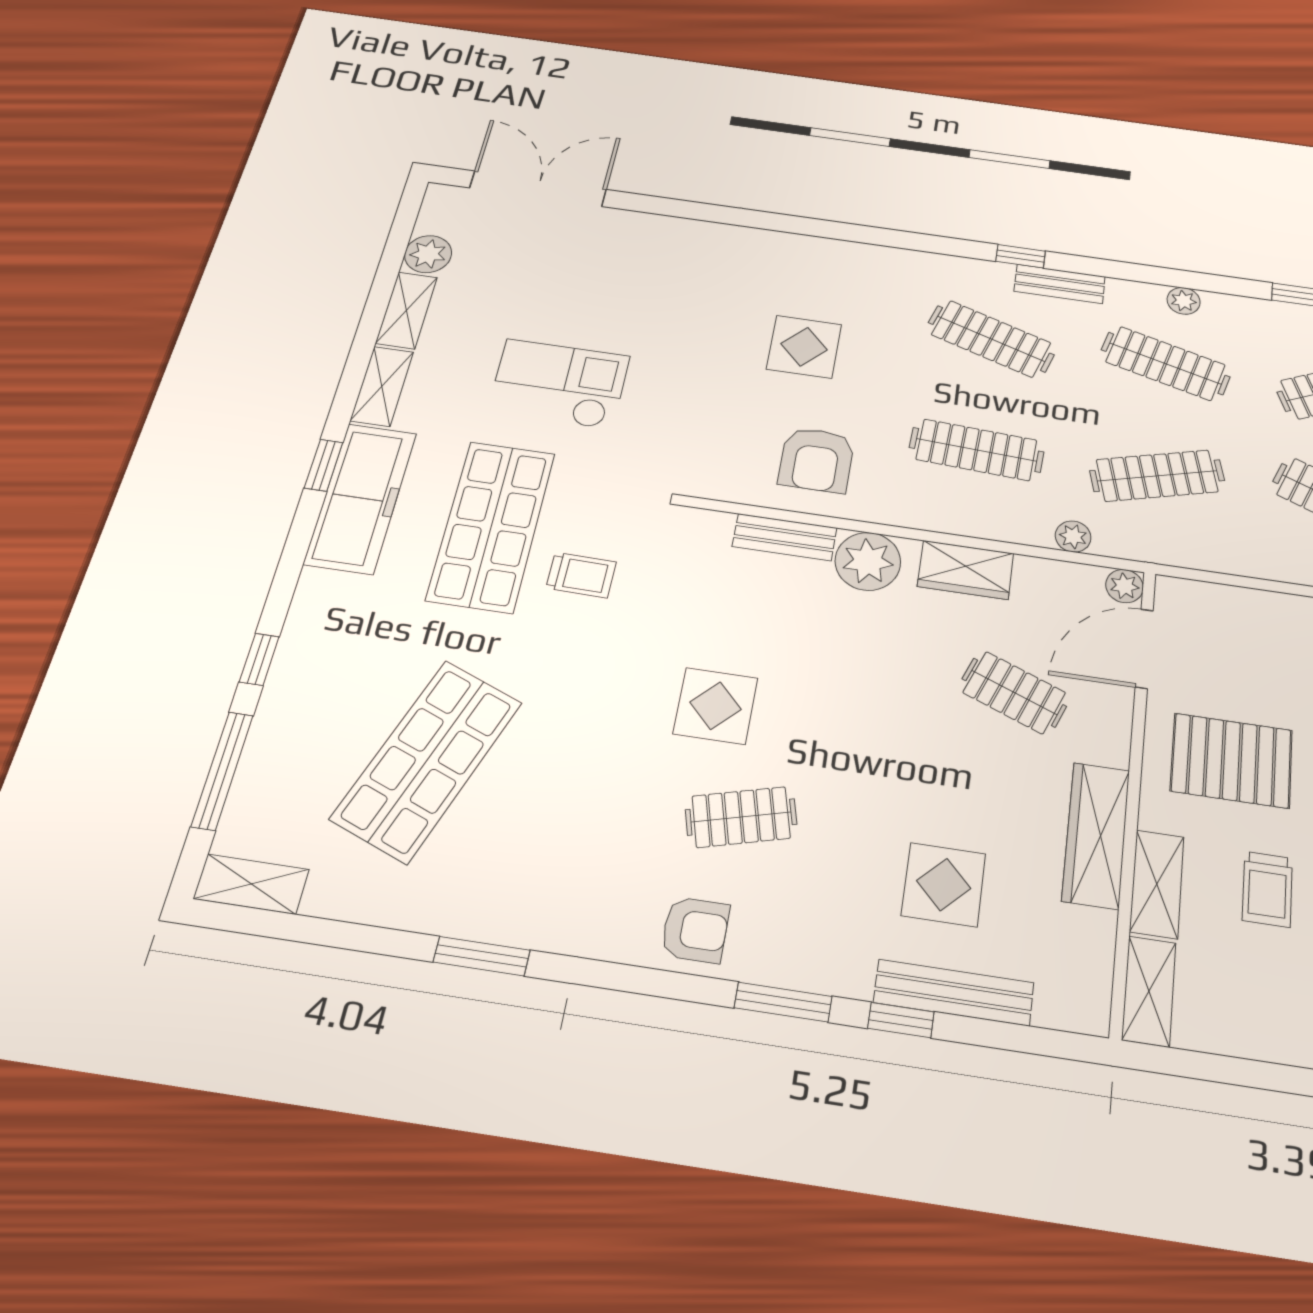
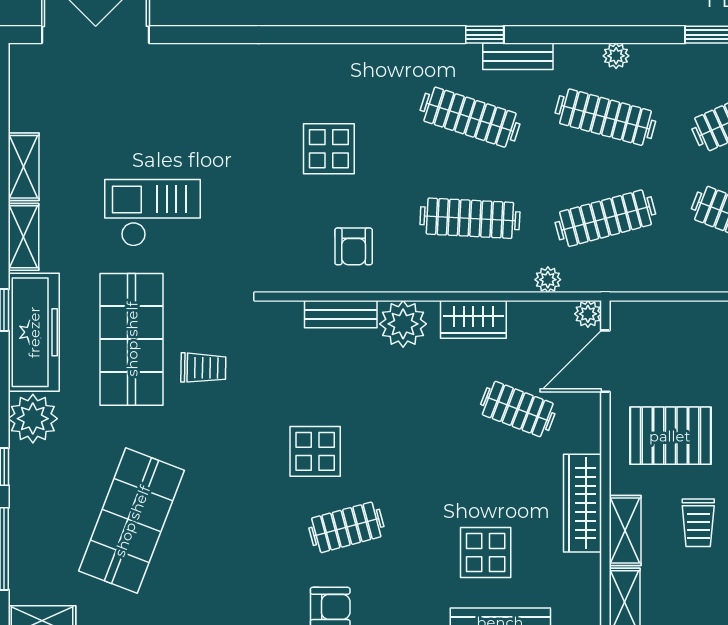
plant: (428, 254) -> (33, 419), moved, width x1.36, depth x1.36
armchair: (816, 460) -> (354, 246), width x0.72, depth x0.72

